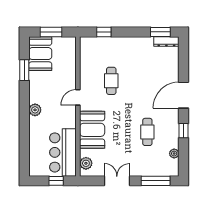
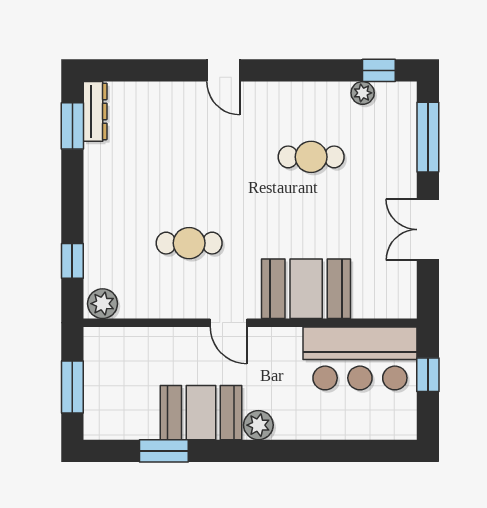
booth: (40, 54) -> (201, 413), moved
door: (184, 95) -> (223, 70), width x0.53
window: (184, 131) -> (379, 70), moved
plant: (86, 163) -> (103, 304), moved

